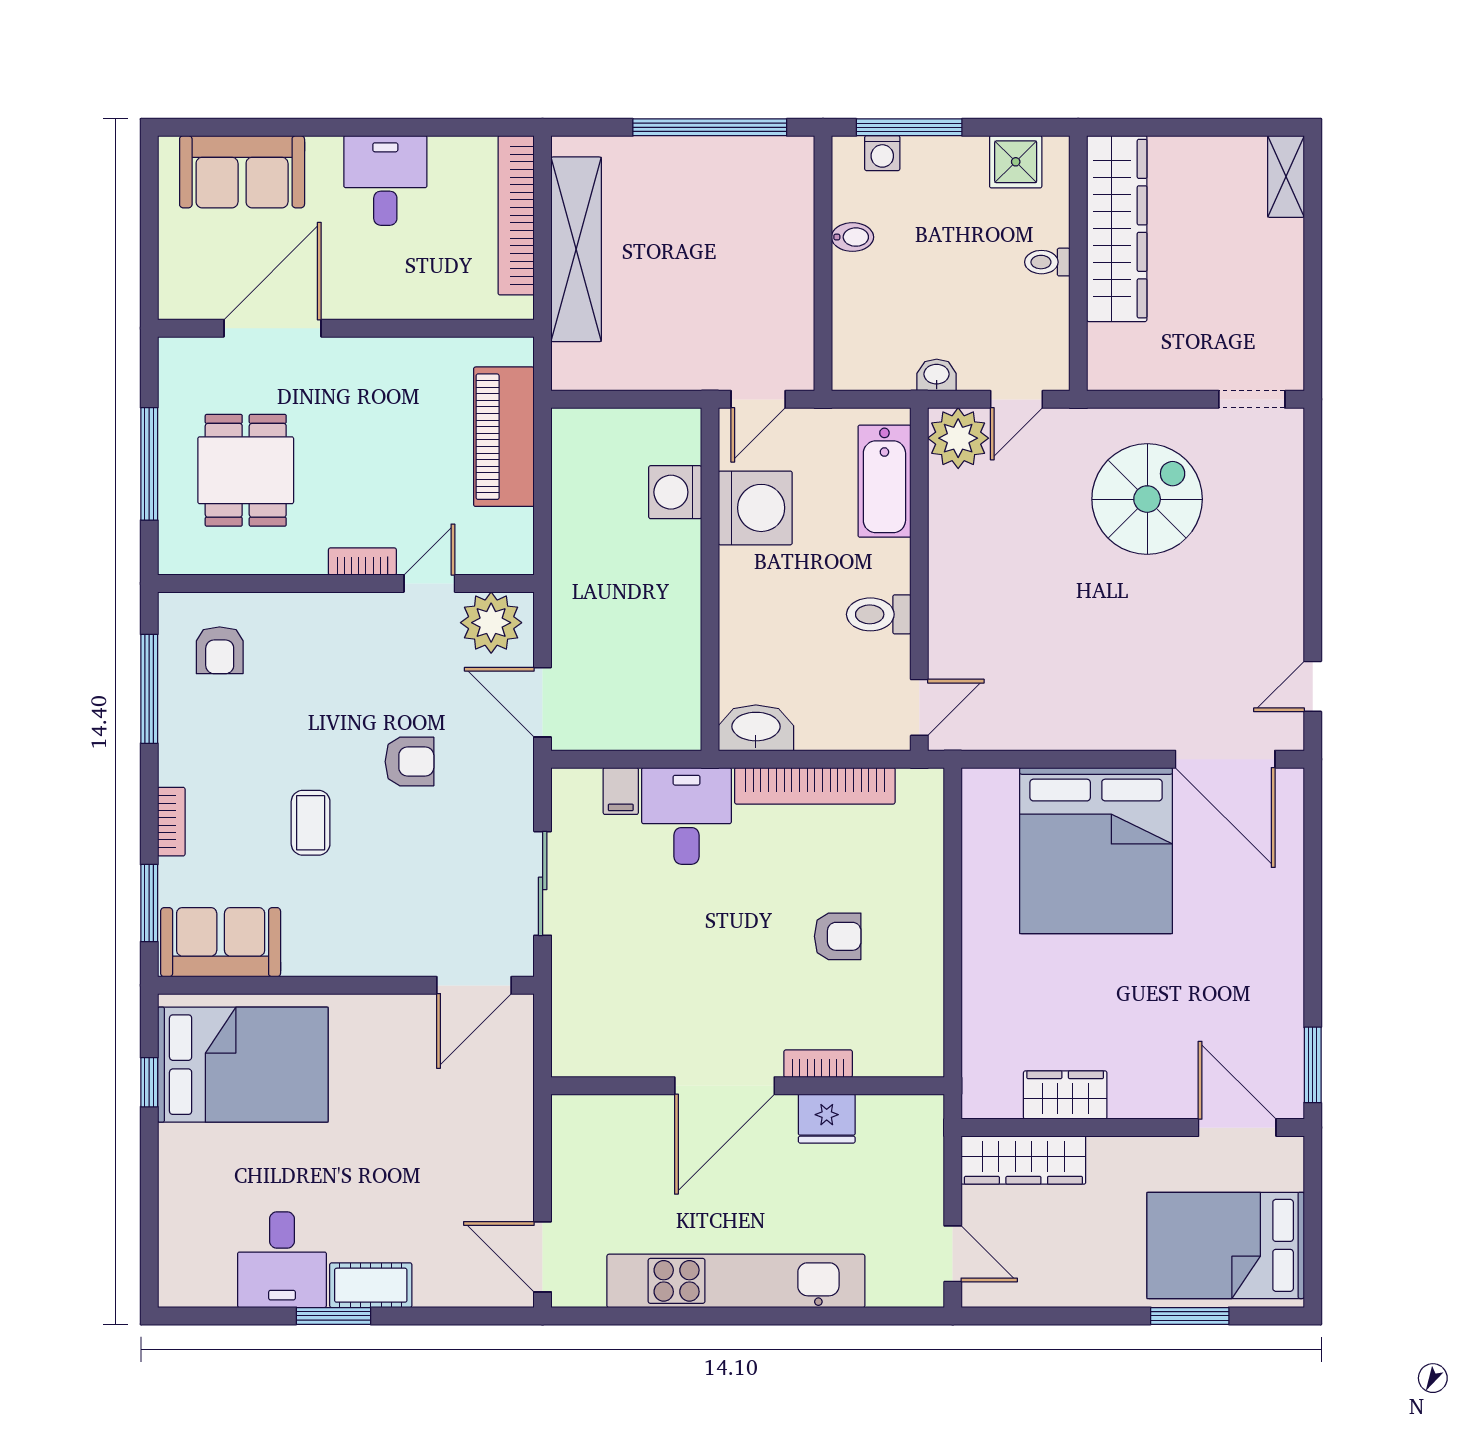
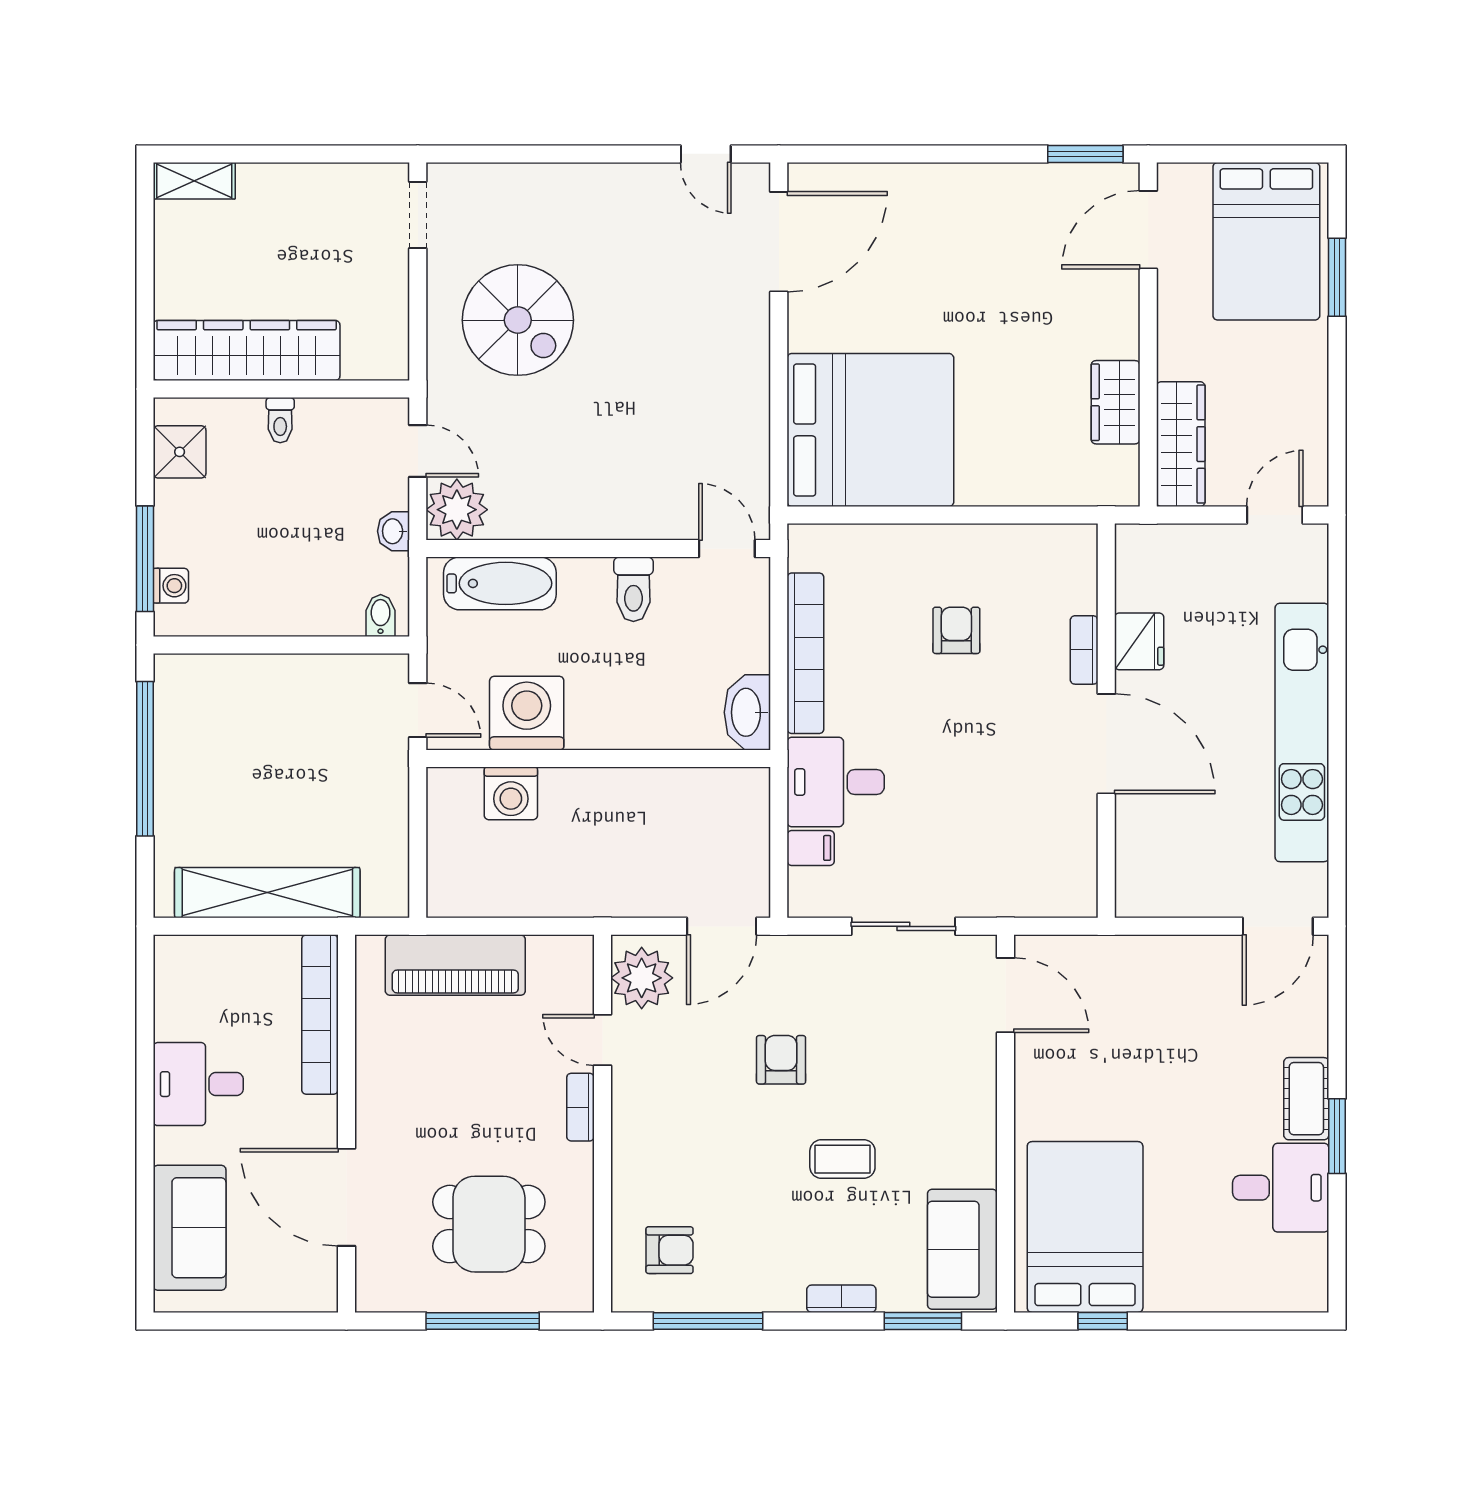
bookcase: (516, 215) -> (320, 1015), moved, turned 90
bidet: (852, 237) -> (381, 616), moved
spiral stairs: (1147, 499) -> (518, 320), turned 180
bed: (1096, 851) -> (870, 430), moved

